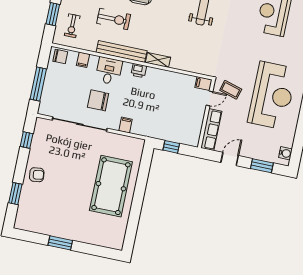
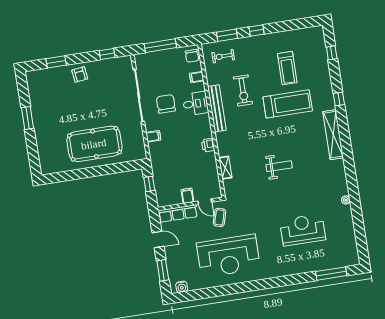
shelving: (158, 60) -> (225, 168), moved
printer: (139, 71) -> (208, 145), moved
filing cabinet: (203, 84) -> (187, 196), moved

